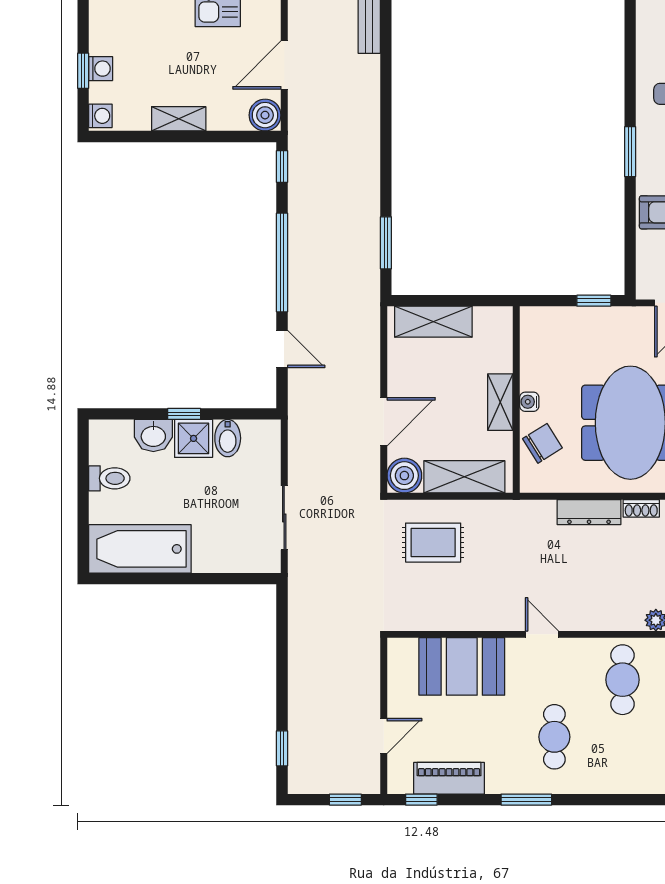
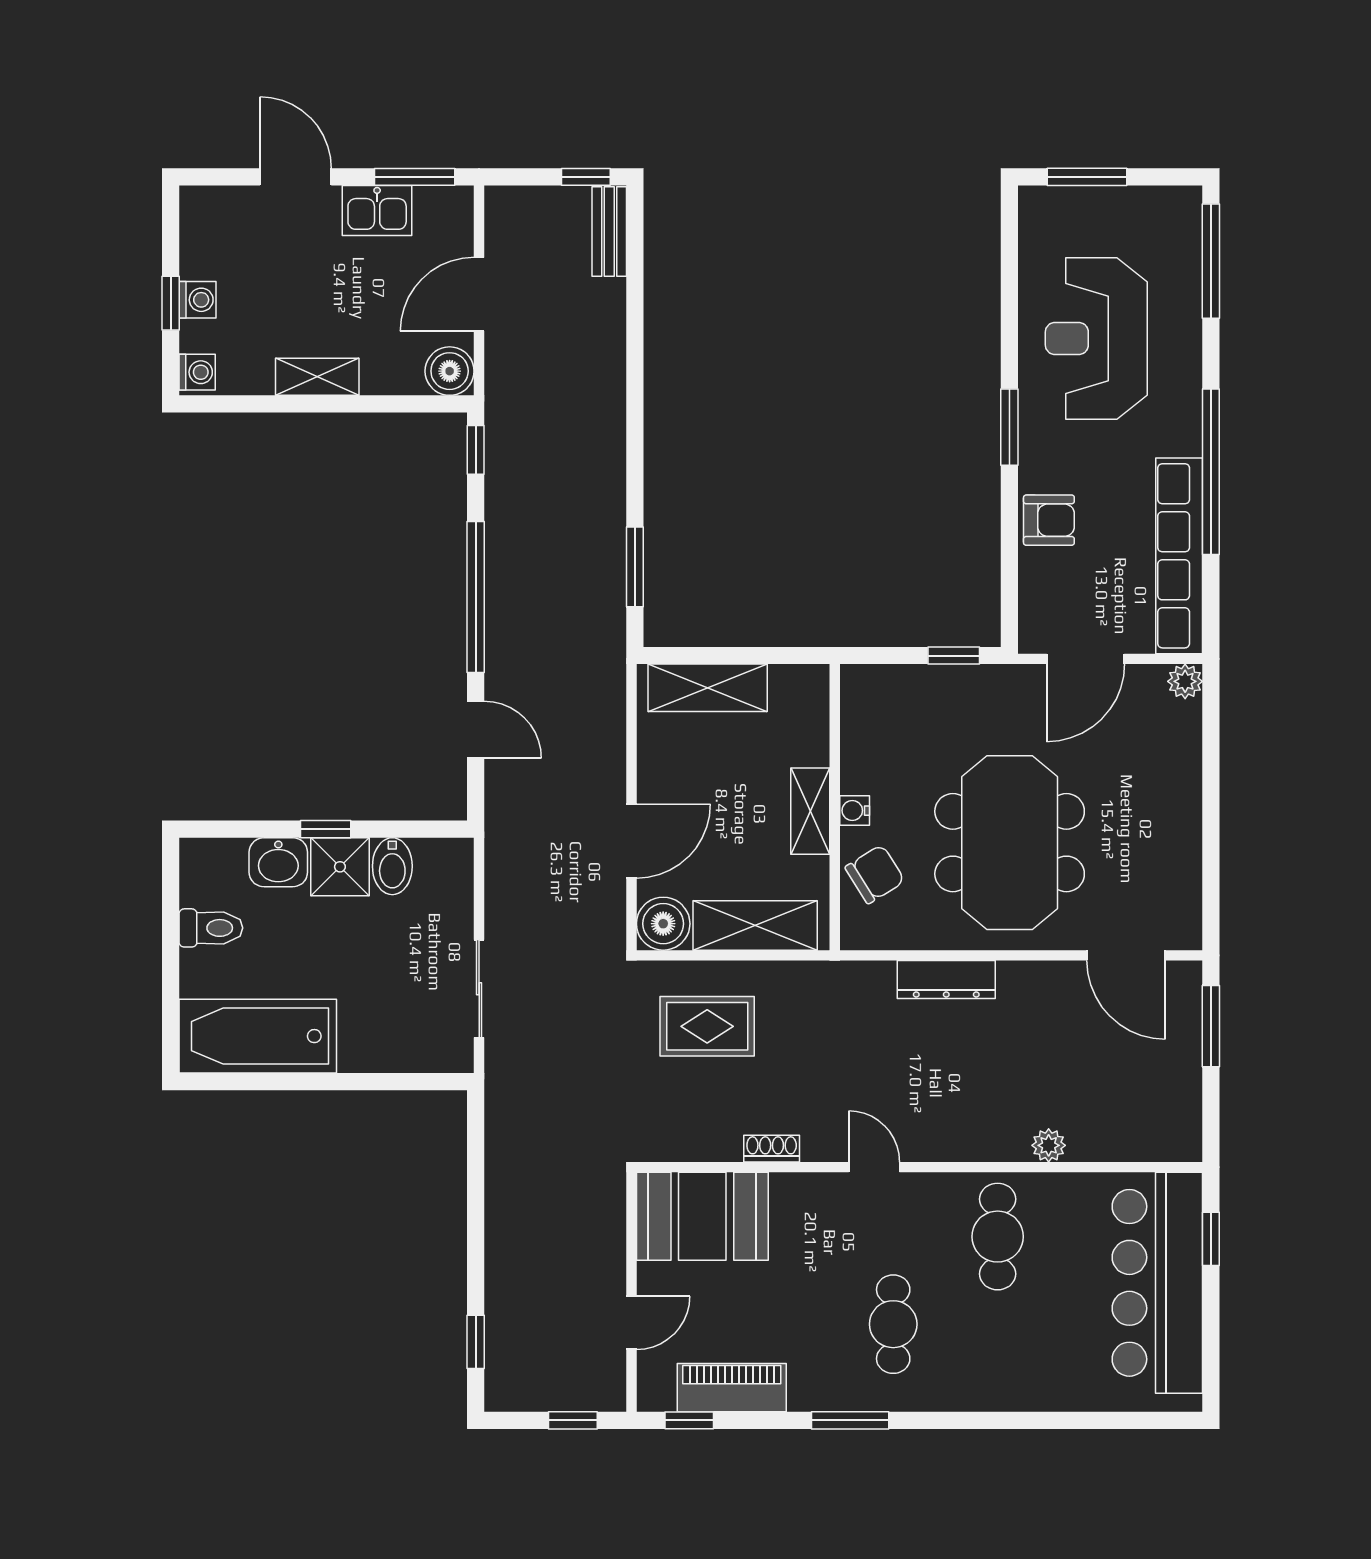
shoe rack: (641, 508) -> (772, 1149), moved, turned 180
booth: (462, 666) -> (702, 1216), moved

